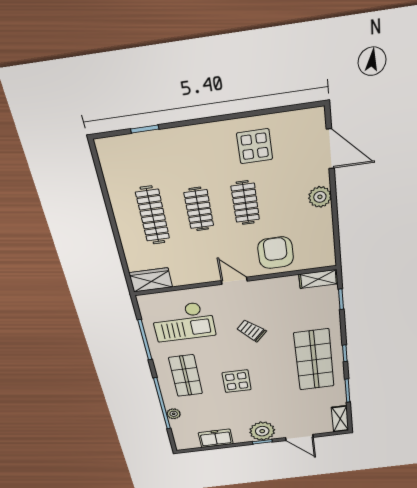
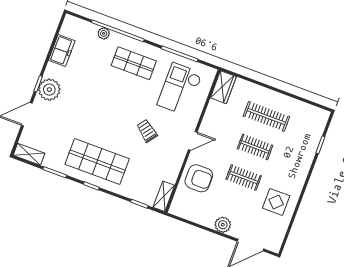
trolley: (251, 331) -> (147, 131), turned -96
display table: (237, 381) -> (108, 97), removed

